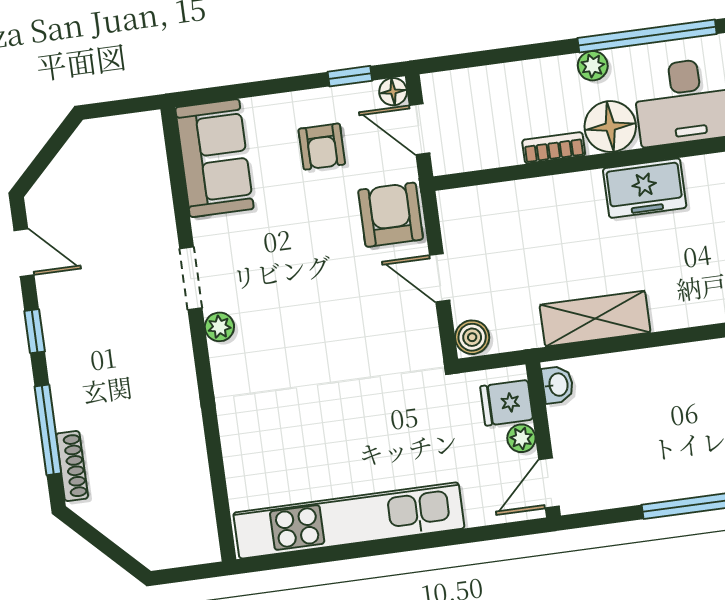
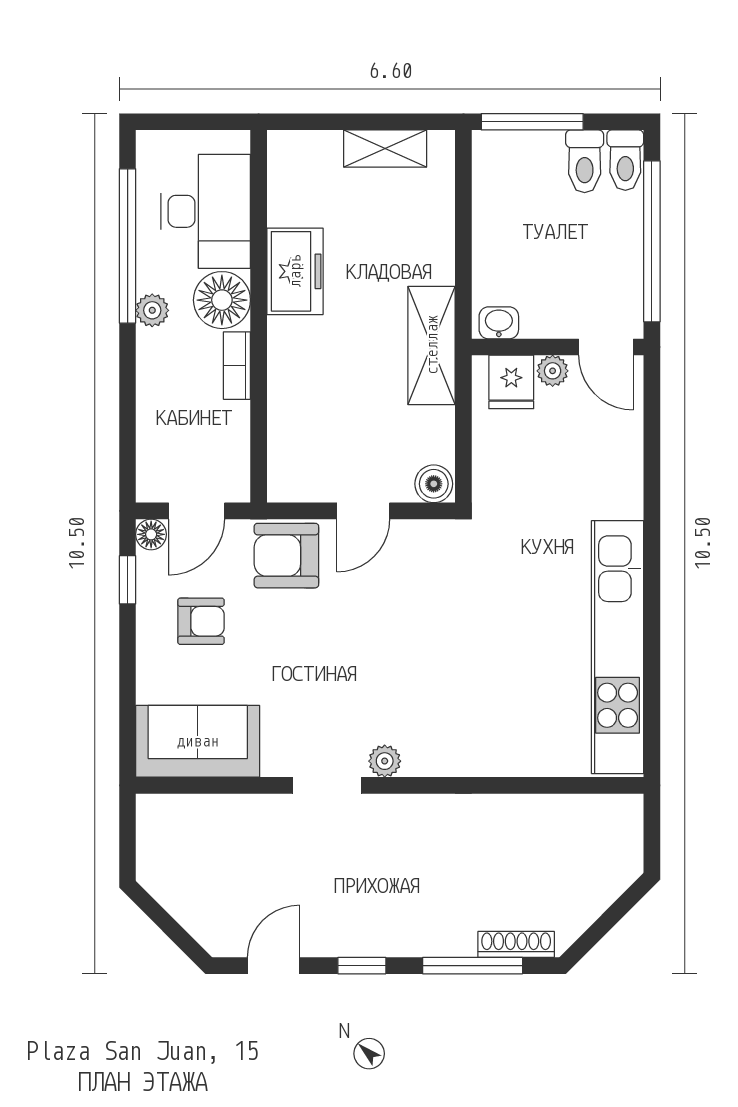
washbasin: (558, 385) -> (499, 323), moved
fridge: (507, 403) -> (511, 382), moved
plant: (521, 438) -> (553, 371), moved
wall: (543, 440) -> (558, 347), moved
door: (549, 483) -> (606, 347), moved

